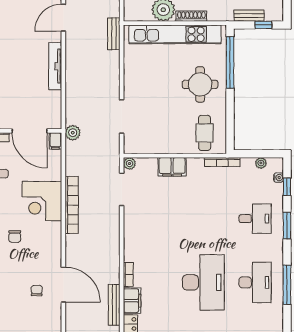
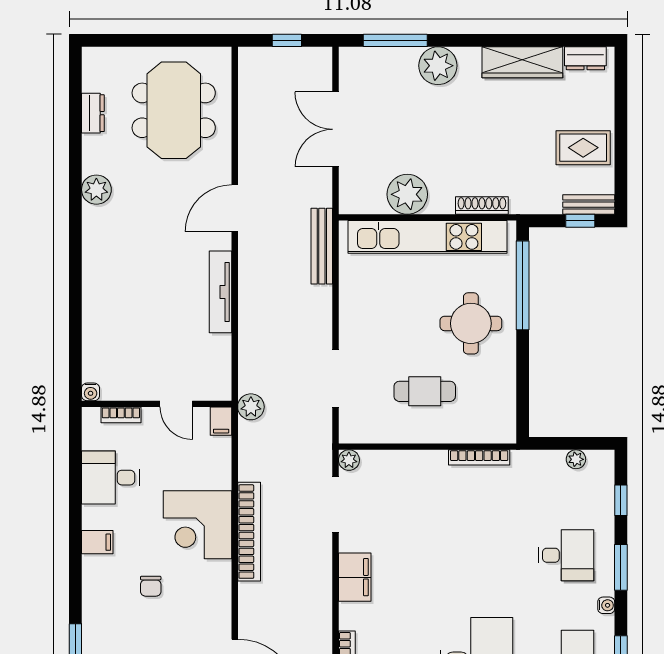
shoe rack: (191, 16) -> (482, 205), moved
bench: (249, 16) -> (589, 205), moved
bench: (114, 34) -> (322, 246), width x1.36
door: (29, 131) -> (176, 404), width x0.53
cafe table: (205, 133) -> (425, 391), moved, turned 90
bookcase: (222, 162) -> (479, 457), moved
filing cabinet: (172, 167) -> (355, 577), moved, turned -90
water cooler: (278, 178) -> (606, 605), moved

